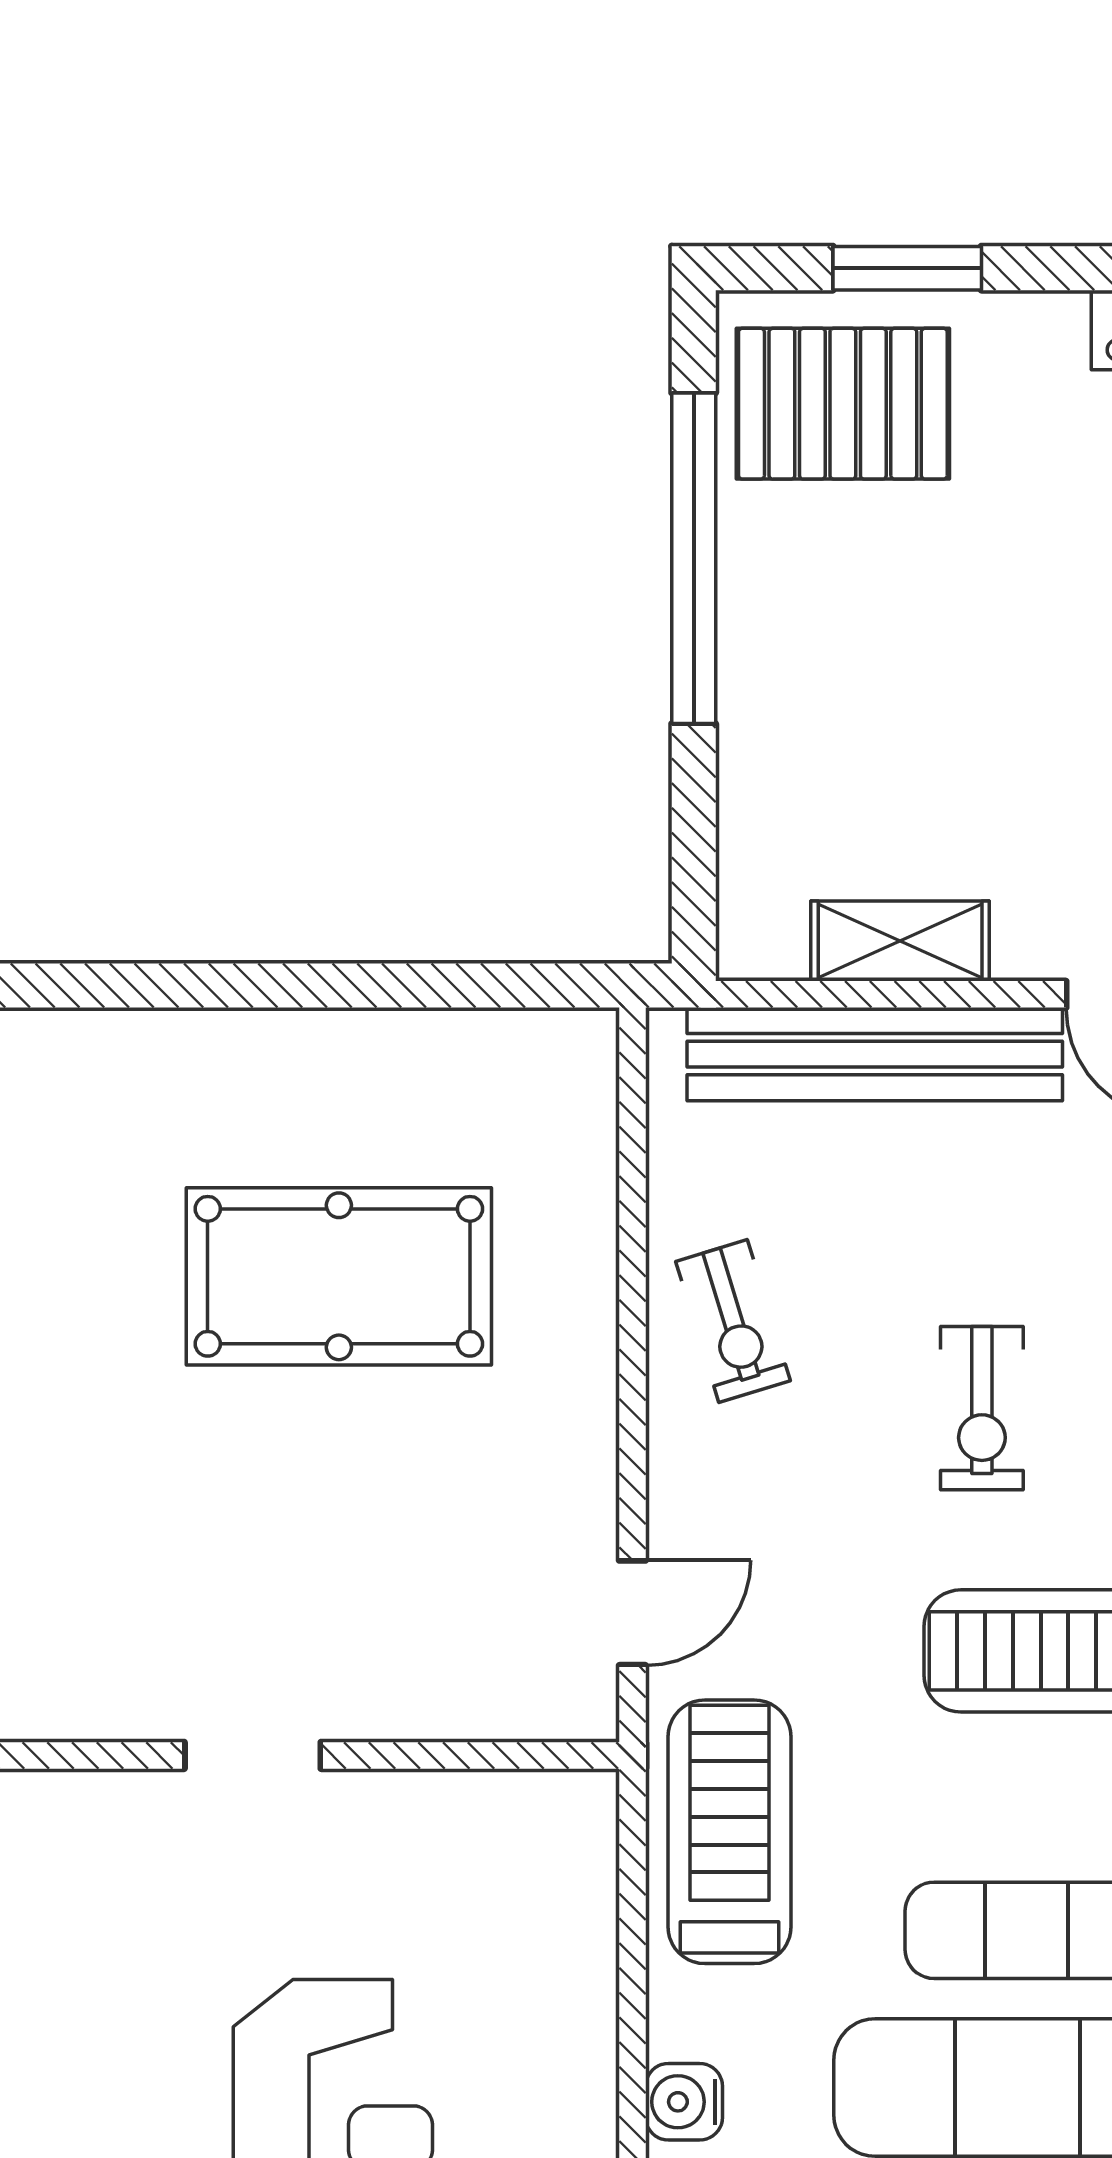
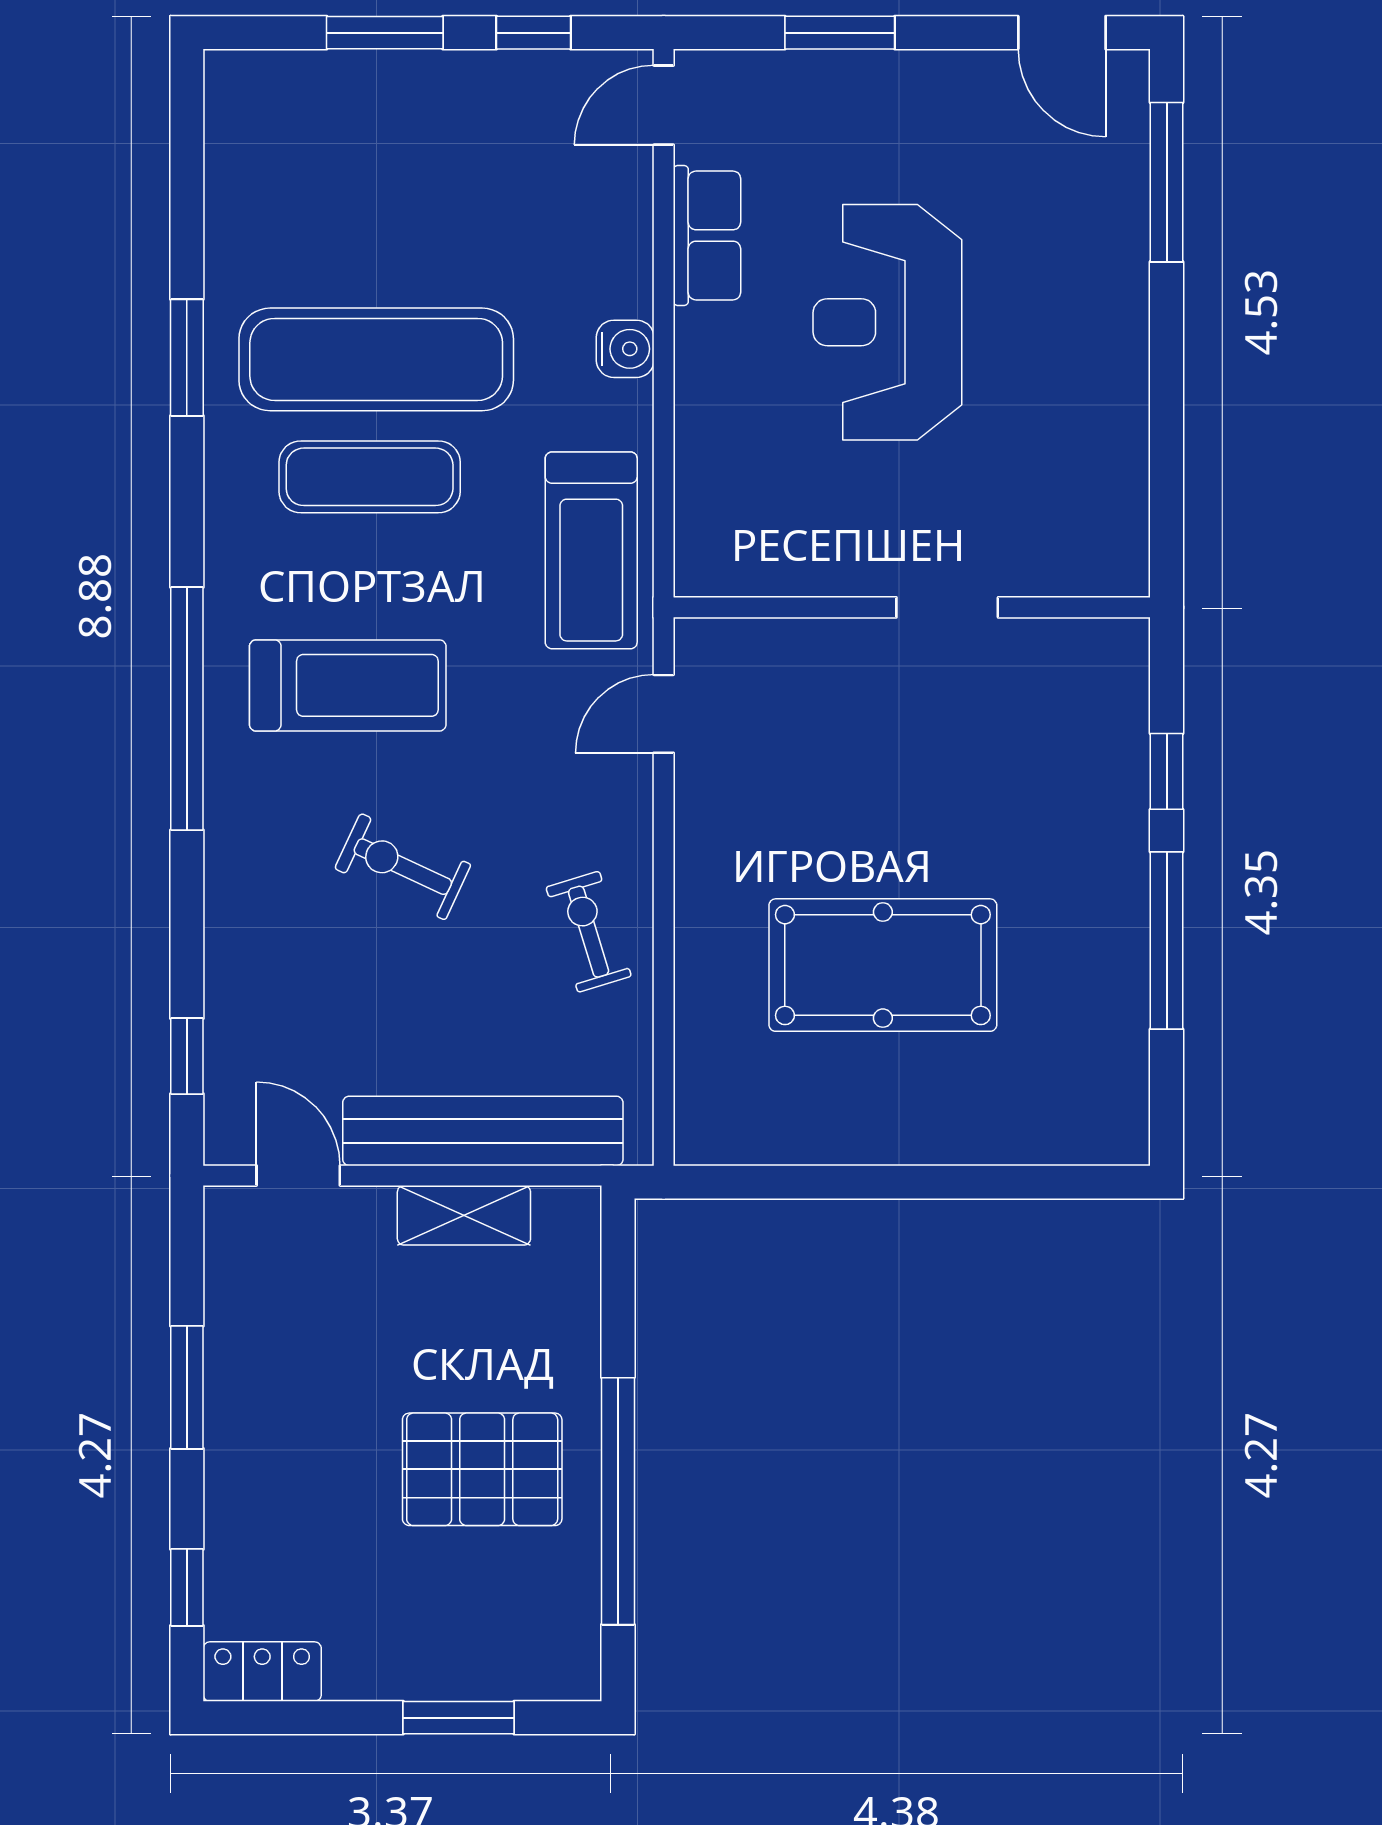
pallet: (843, 404) -> (482, 1469), moved
exercise bike: (982, 1408) -> (403, 867), turned -65

